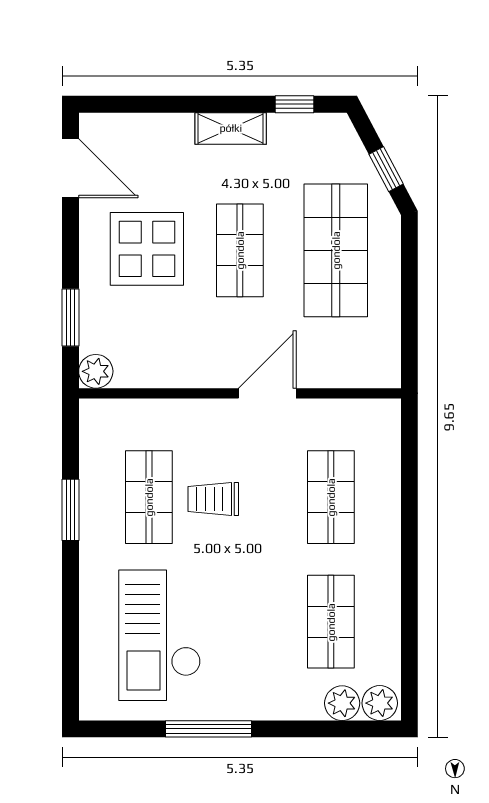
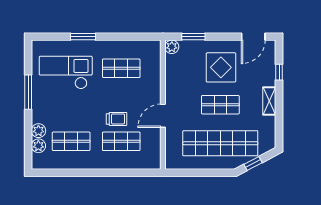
window: (294, 104) -> (279, 72), moved
shop shelf: (336, 250) -> (220, 143), width x1.40
door: (267, 393) -> (163, 116), swing flipped
trolley: (213, 499) -> (117, 119), moved, turned 90
window: (70, 510) -> (83, 37), moved
plant: (380, 703) -> (38, 131), moved

